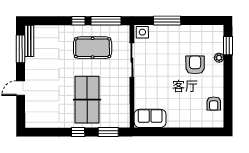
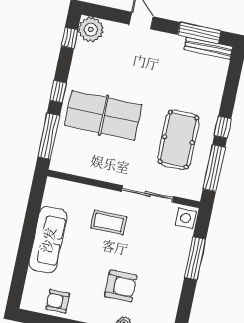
coffee table: (156, 81) -> (109, 223), added
sofa: (150, 118) -> (48, 240), moved, width x1.36
plant: (33, 119) -> (91, 30), added
window: (42, 132) -> (69, 38), added
window: (108, 132) -> (49, 136), width x1.44

